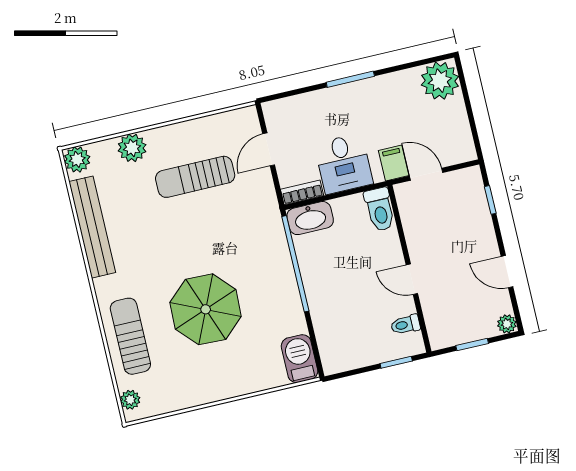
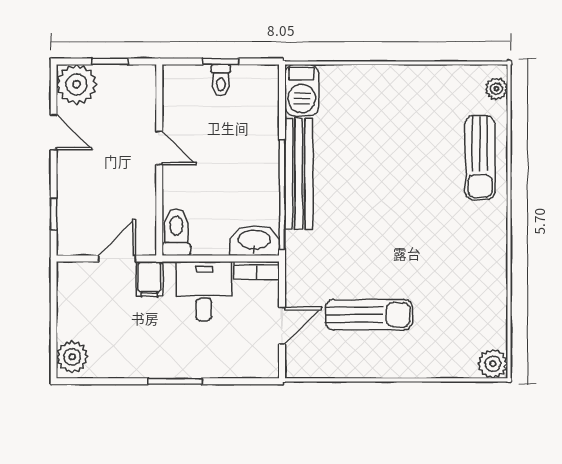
plant: (440, 81) -> (72, 357), width x0.73, depth x0.73
plant: (132, 148) -> (430, 362), removed
door: (426, 174) -> (117, 259), swing flipped
bench: (92, 227) -> (299, 174), moved
parasol: (206, 309) -> (391, 168), removed
plant: (507, 324) -> (77, 84), width x1.87, depth x1.87
toilet: (405, 325) -> (221, 80), moved, turned 90
window: (396, 362) -> (221, 62), moved

